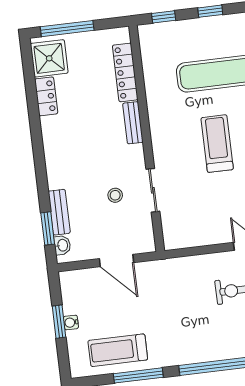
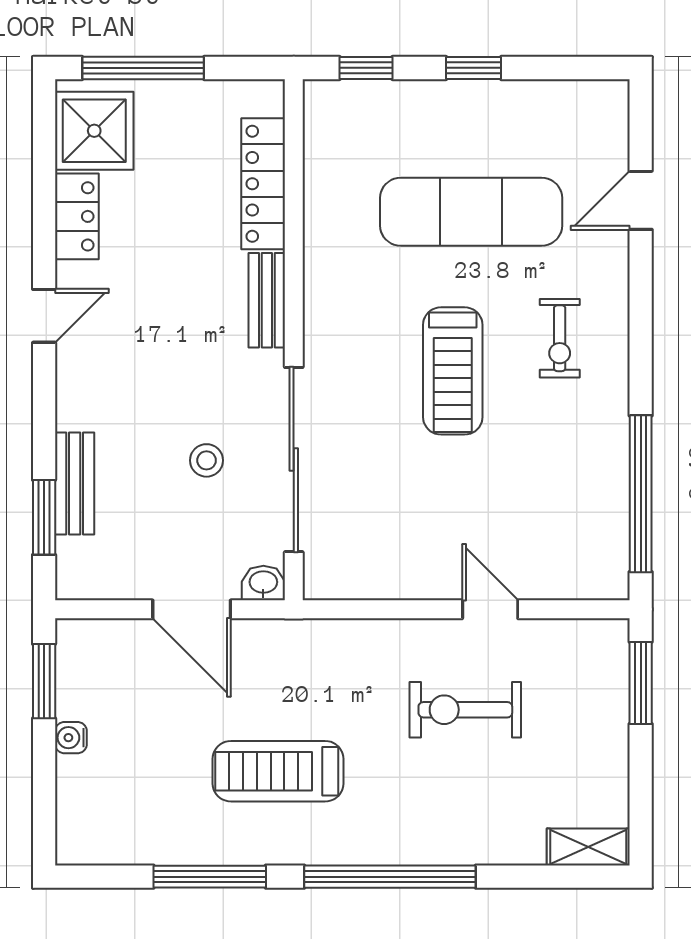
door: (37, 141) -> (44, 316), added
treadmill: (217, 144) -> (453, 371), turned 180
sliding door: (153, 190) -> (294, 460), width x1.86
washbasin: (62, 245) -> (263, 583), moved, turned -90
window: (59, 322) -> (44, 681), moved
treadmill: (118, 350) -> (278, 771), moved

